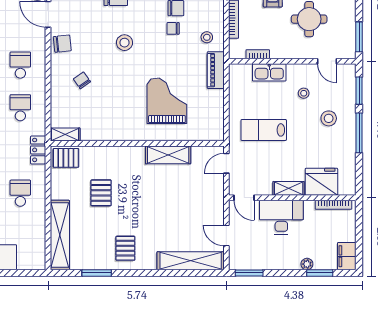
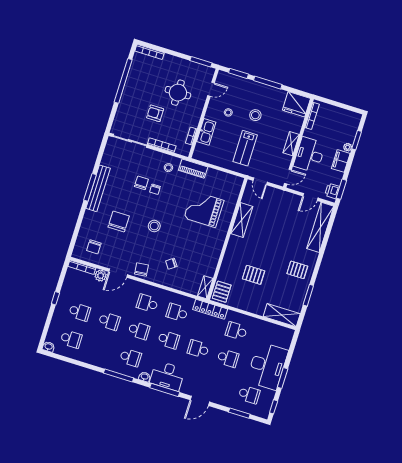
stool: (329, 118) -> (255, 115), moved
locker: (38, 150) -> (210, 309), width x1.53
fridge: (321, 182) -> (296, 104), moved, turned -90
shelving: (60, 235) -> (282, 315), width x0.68
filing cabinet: (347, 256) -> (341, 161), moved, turned 90
printer: (243, 262) -> (332, 191), added

